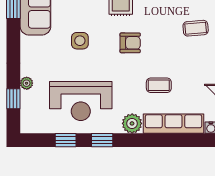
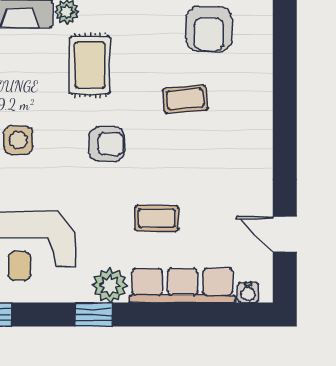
coffee table: (196, 28) -> (185, 99), moved
window: (102, 140) -> (93, 315), moved

